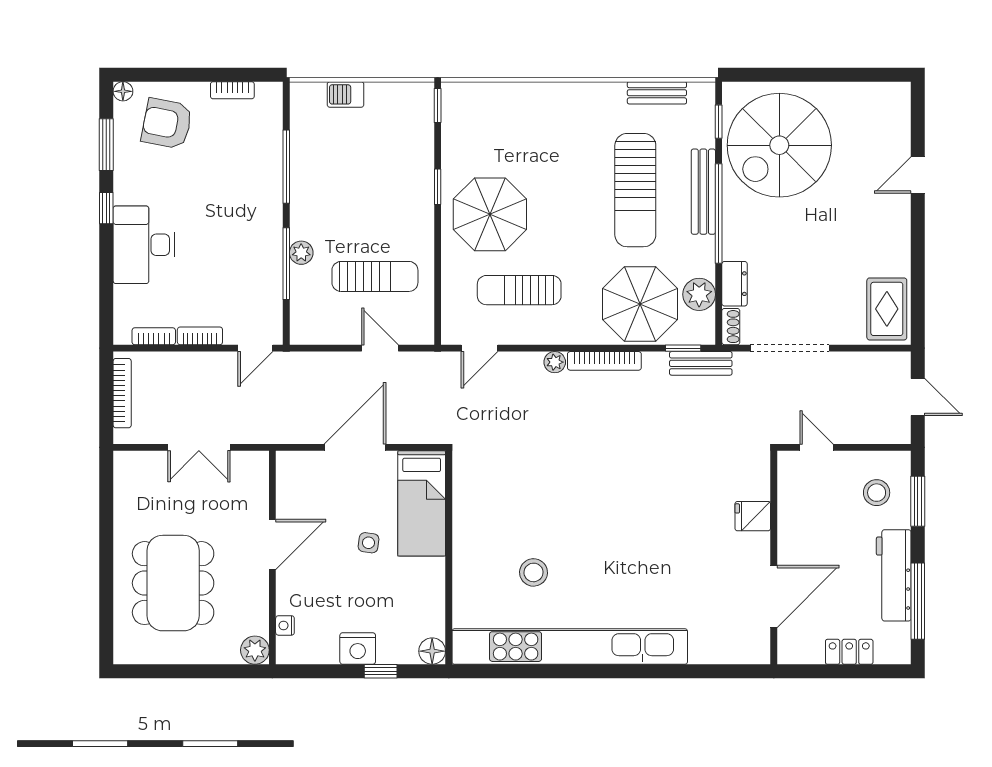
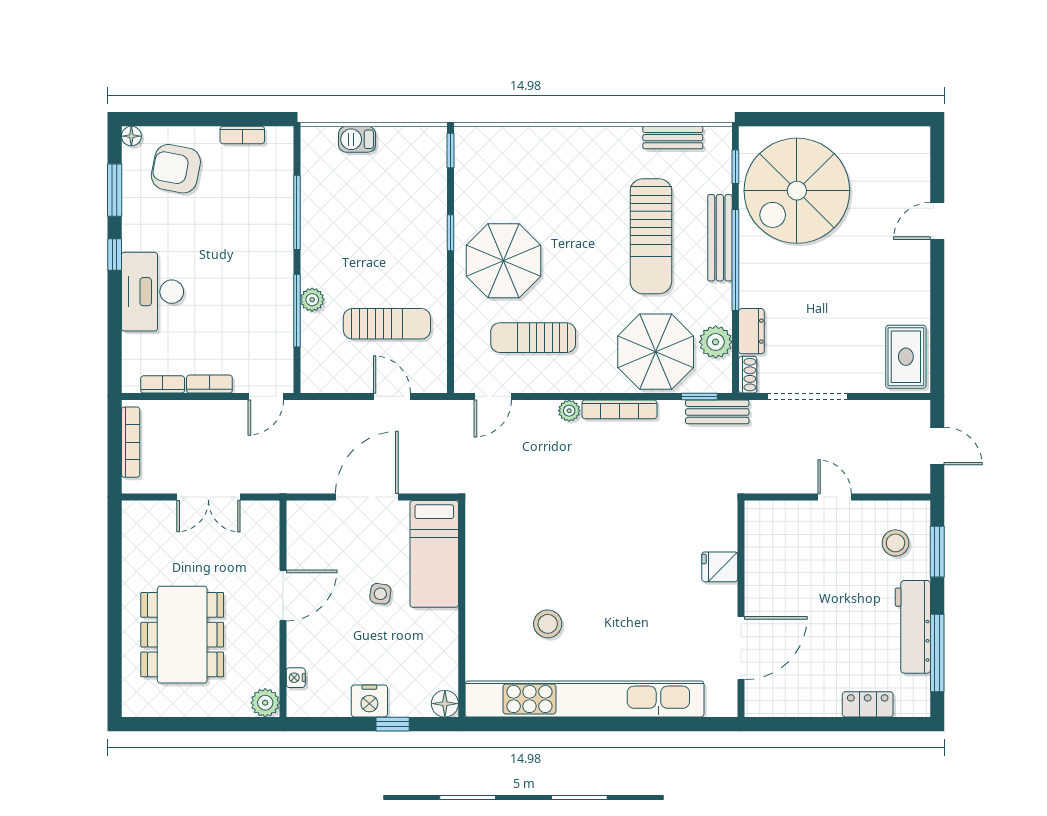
fridge: (753, 516) -> (720, 567), moved
wall: (774, 557) -> (741, 609), moved
door: (774, 596) -> (741, 648), moved

